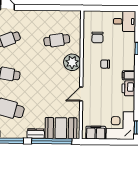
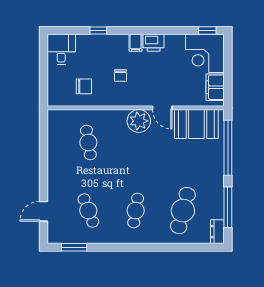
plant: (72, 62) -> (139, 121), moved
booth: (61, 128) -> (196, 124), moved, turned 90
dresser: (36, 134) -> (217, 170), removed

